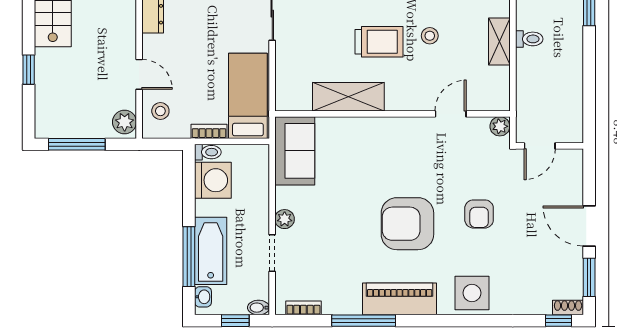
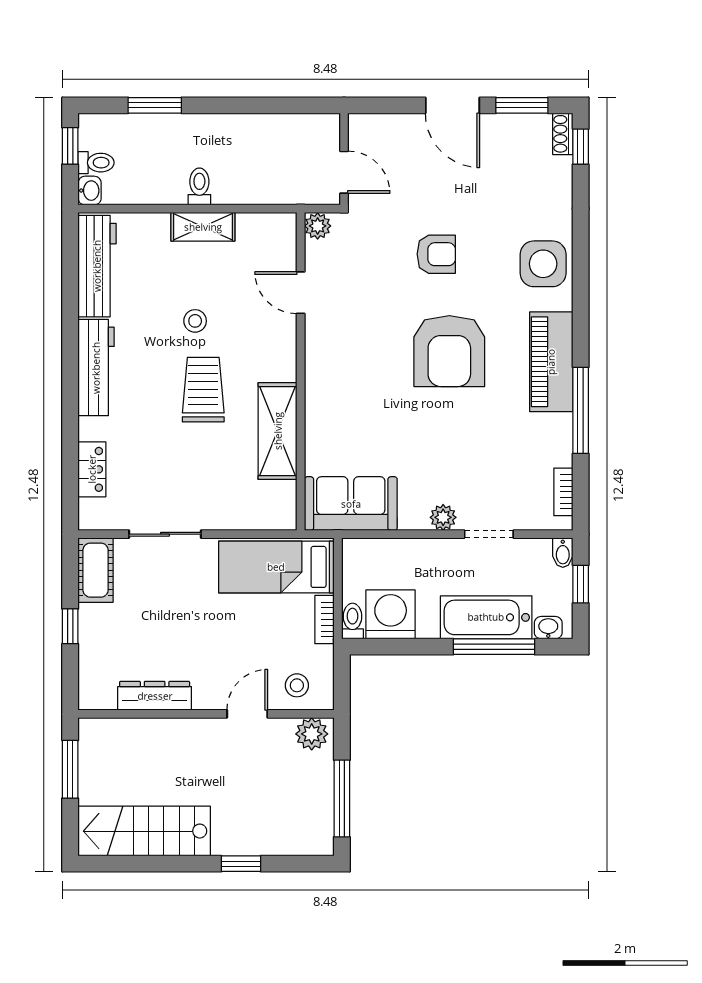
door: (589, 226) -> (453, 105), hinge flipped

